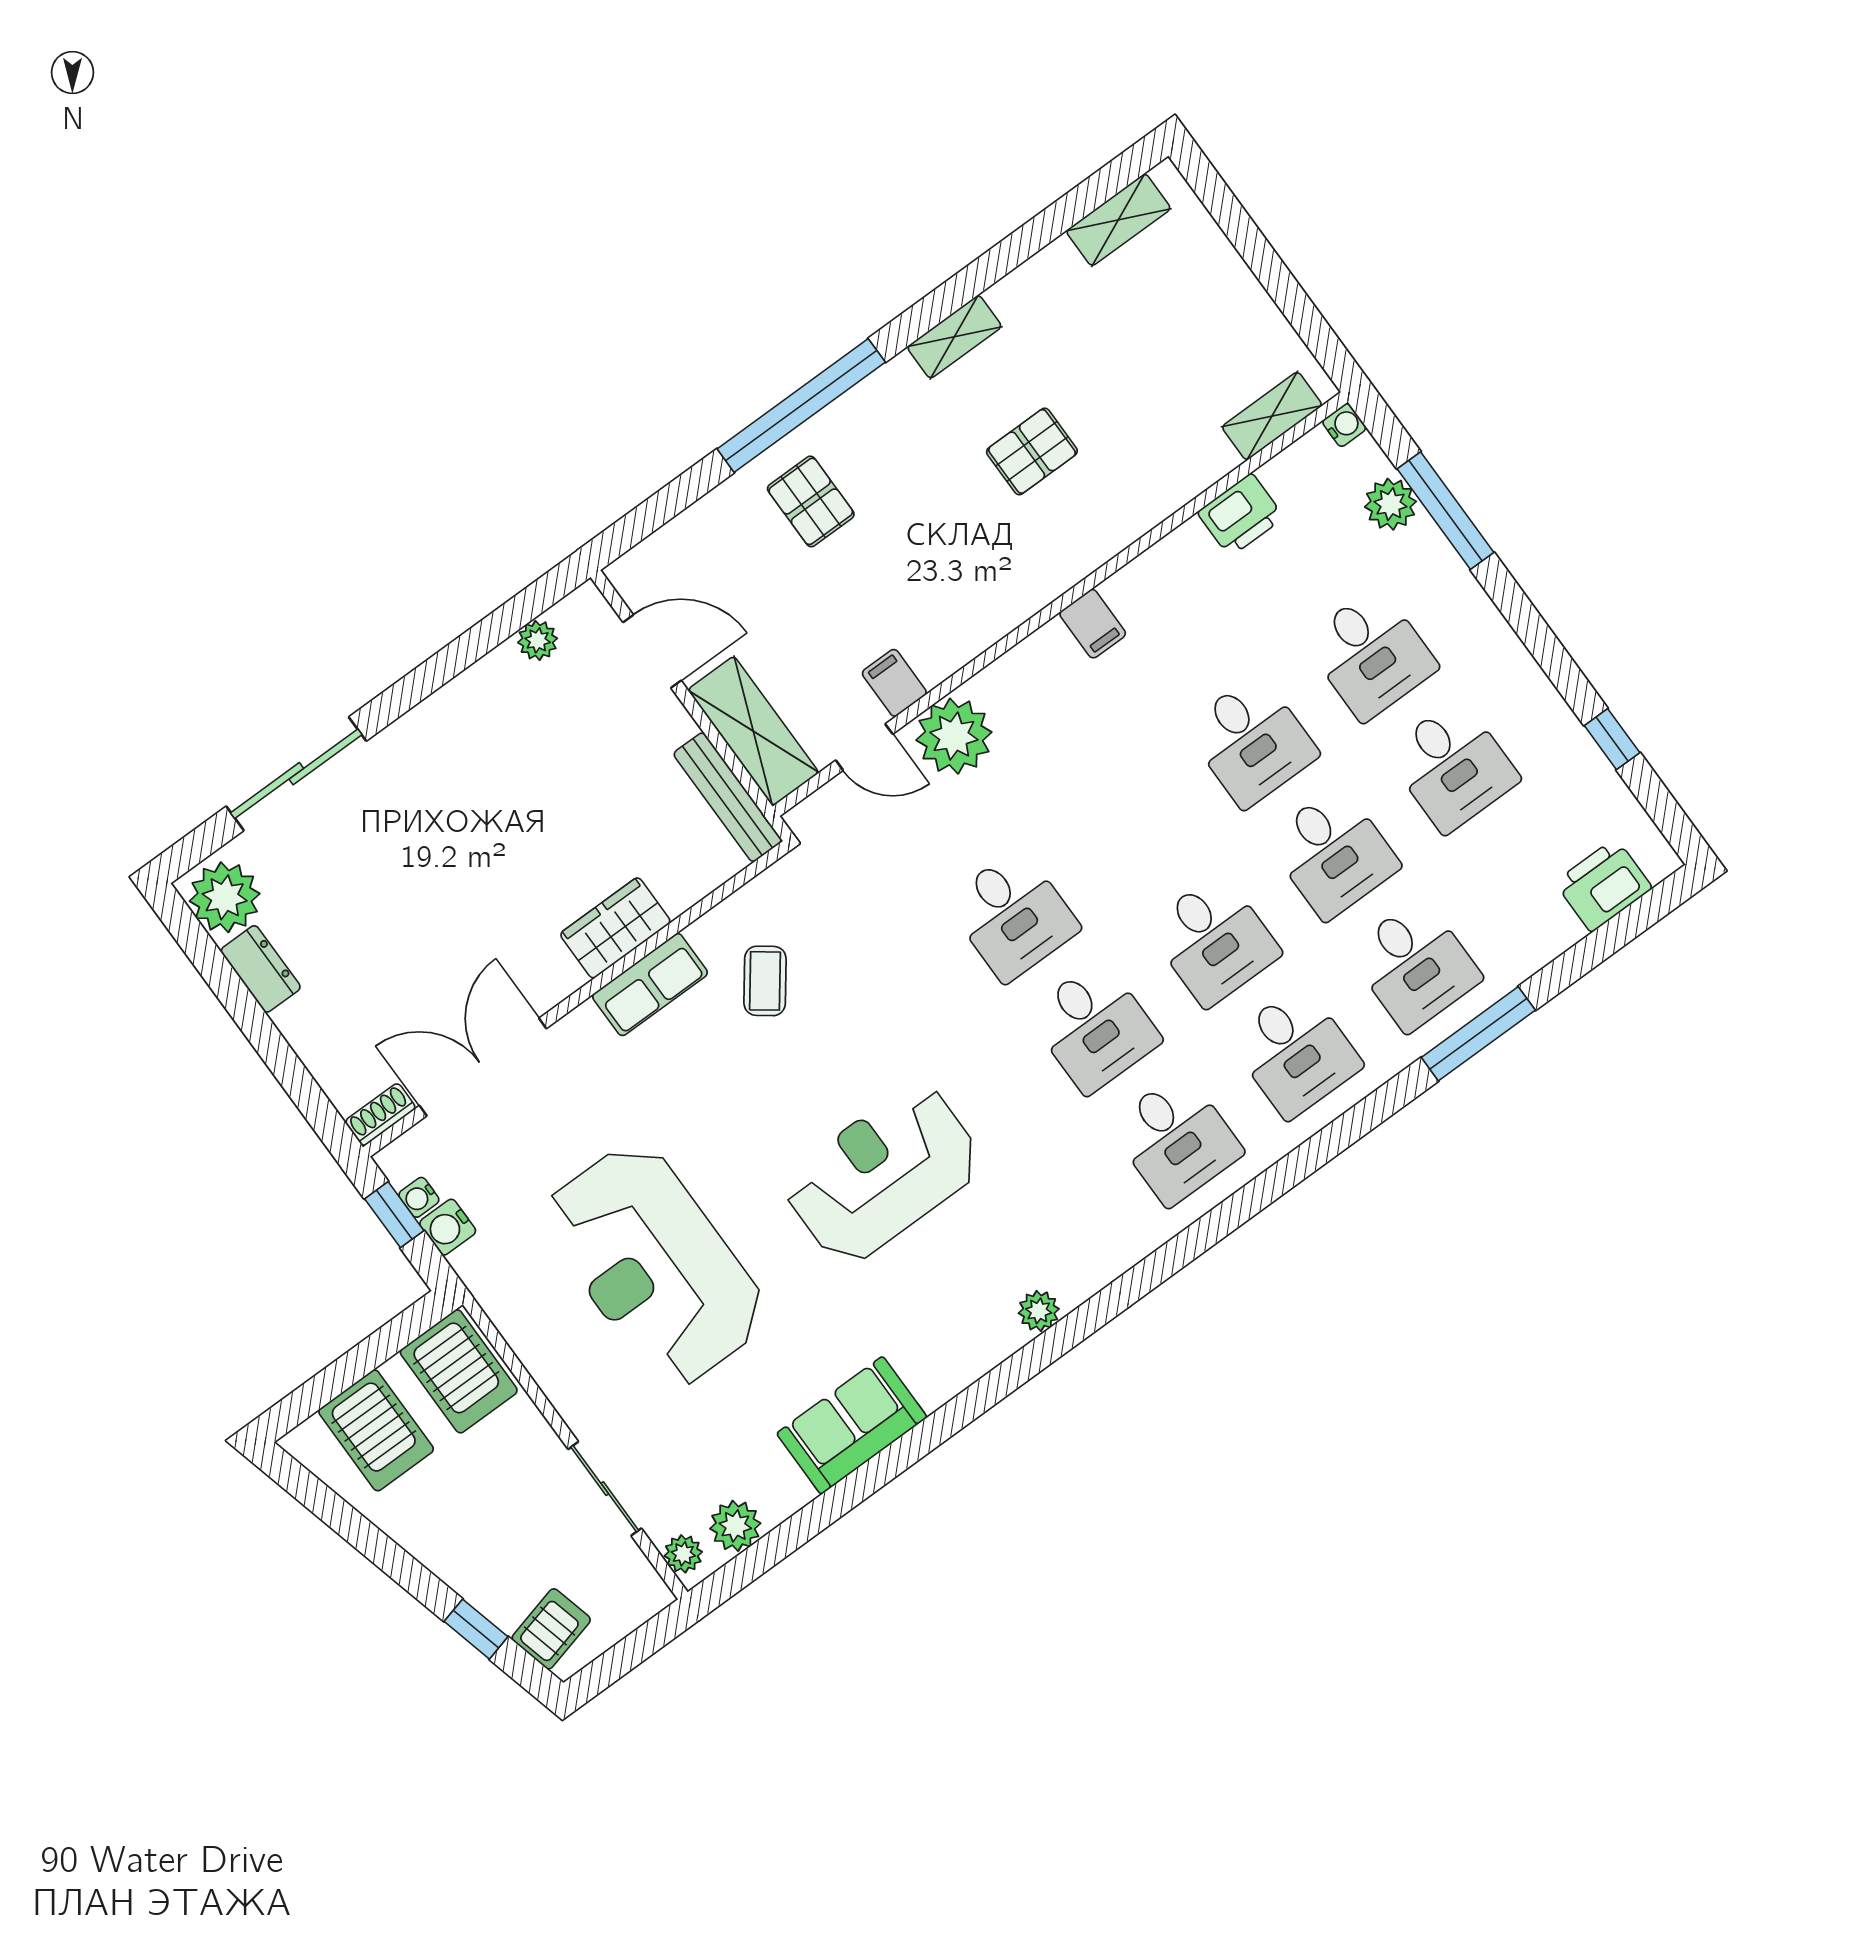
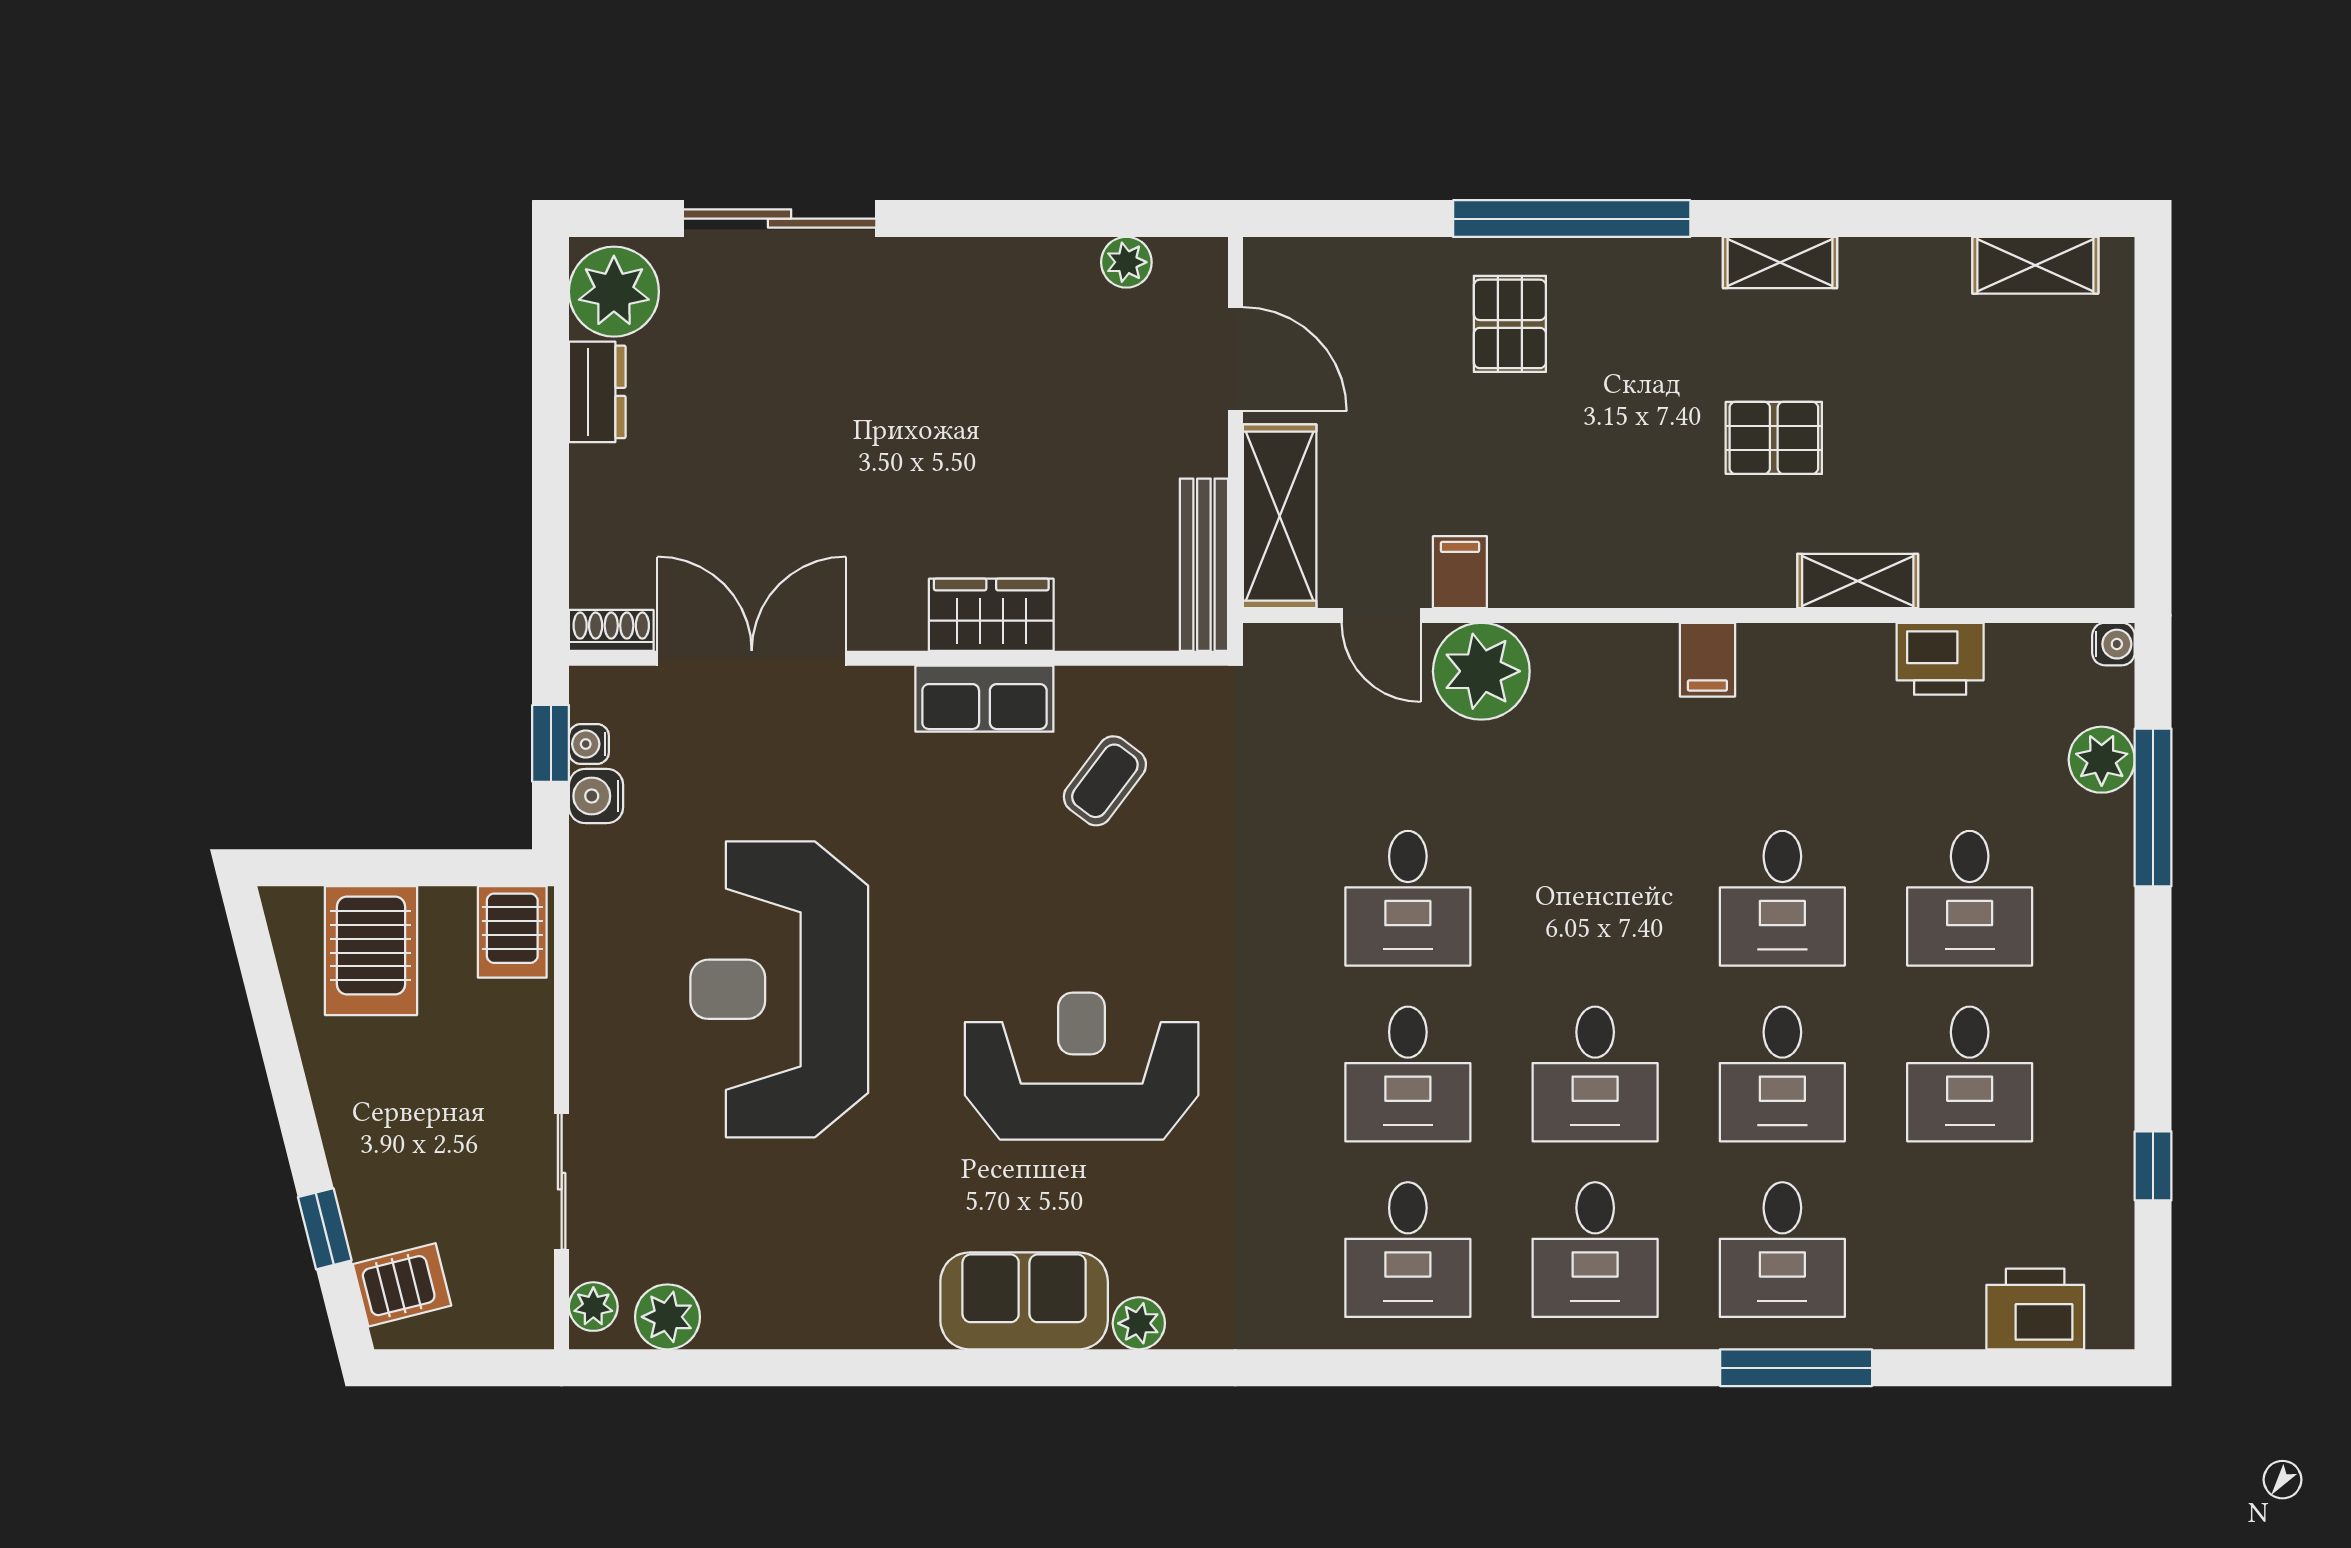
shelving: (1272, 416) -> (1858, 581), moved
server rack: (459, 1371) -> (512, 932), width x0.73, depth x0.70
sofa: (852, 1425) -> (1024, 1301), moved

